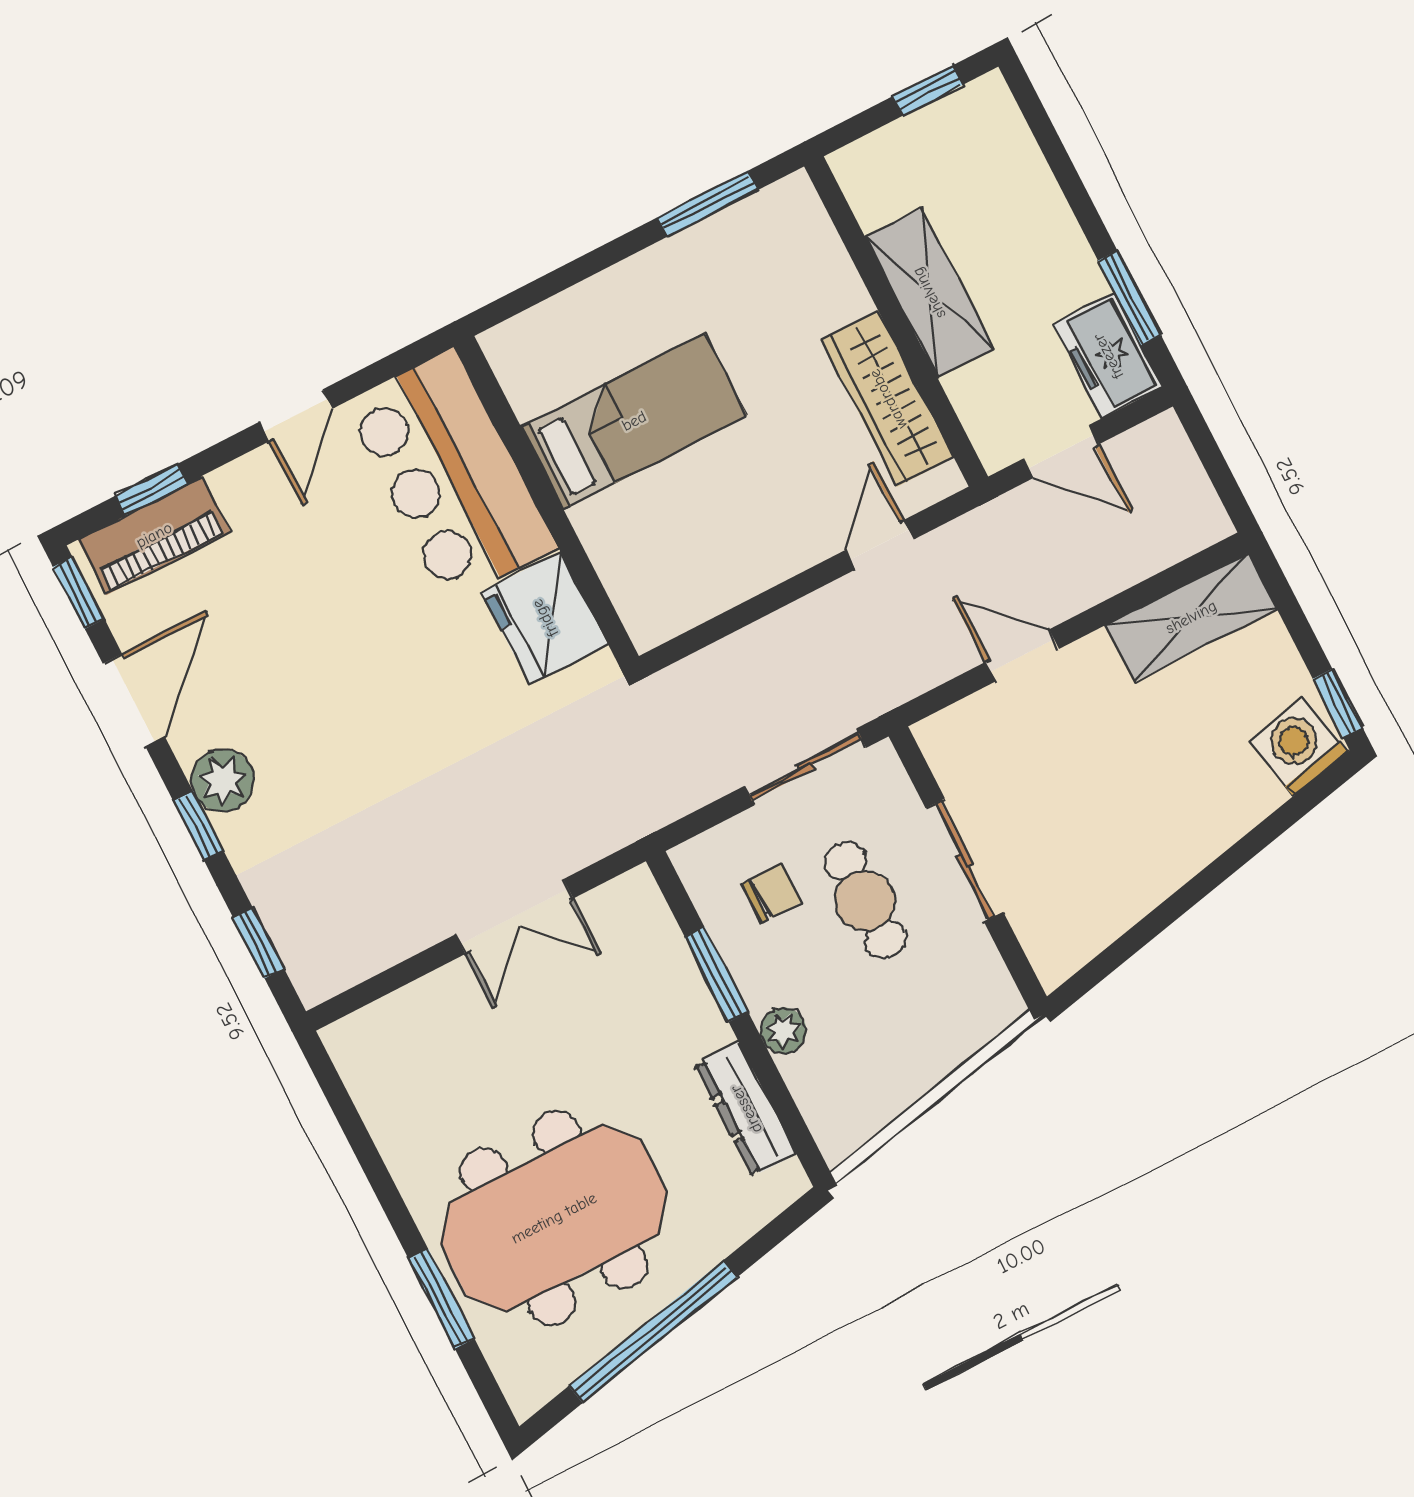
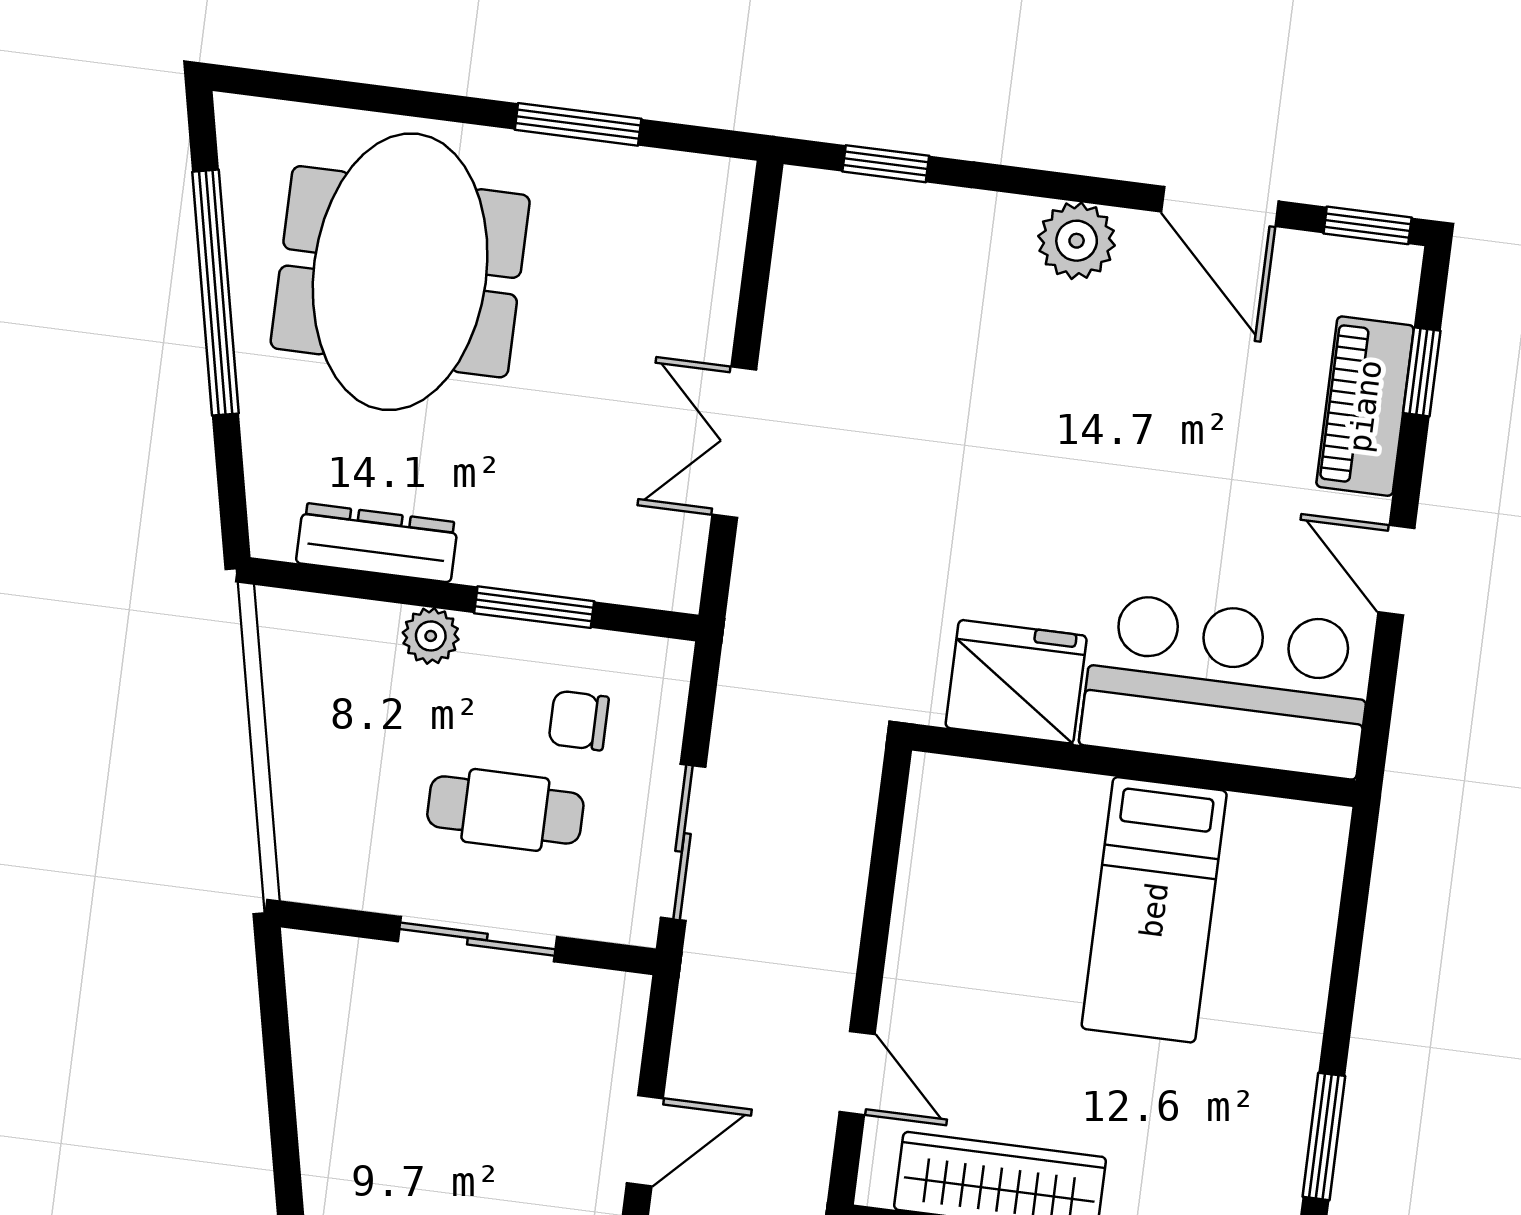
piano: (154, 535) -> (1365, 406), moved
window: (198, 826) -> (1047, 184), removed
chair: (772, 893) -> (579, 720), turned 90
window: (441, 1299) -> (578, 124), moved

